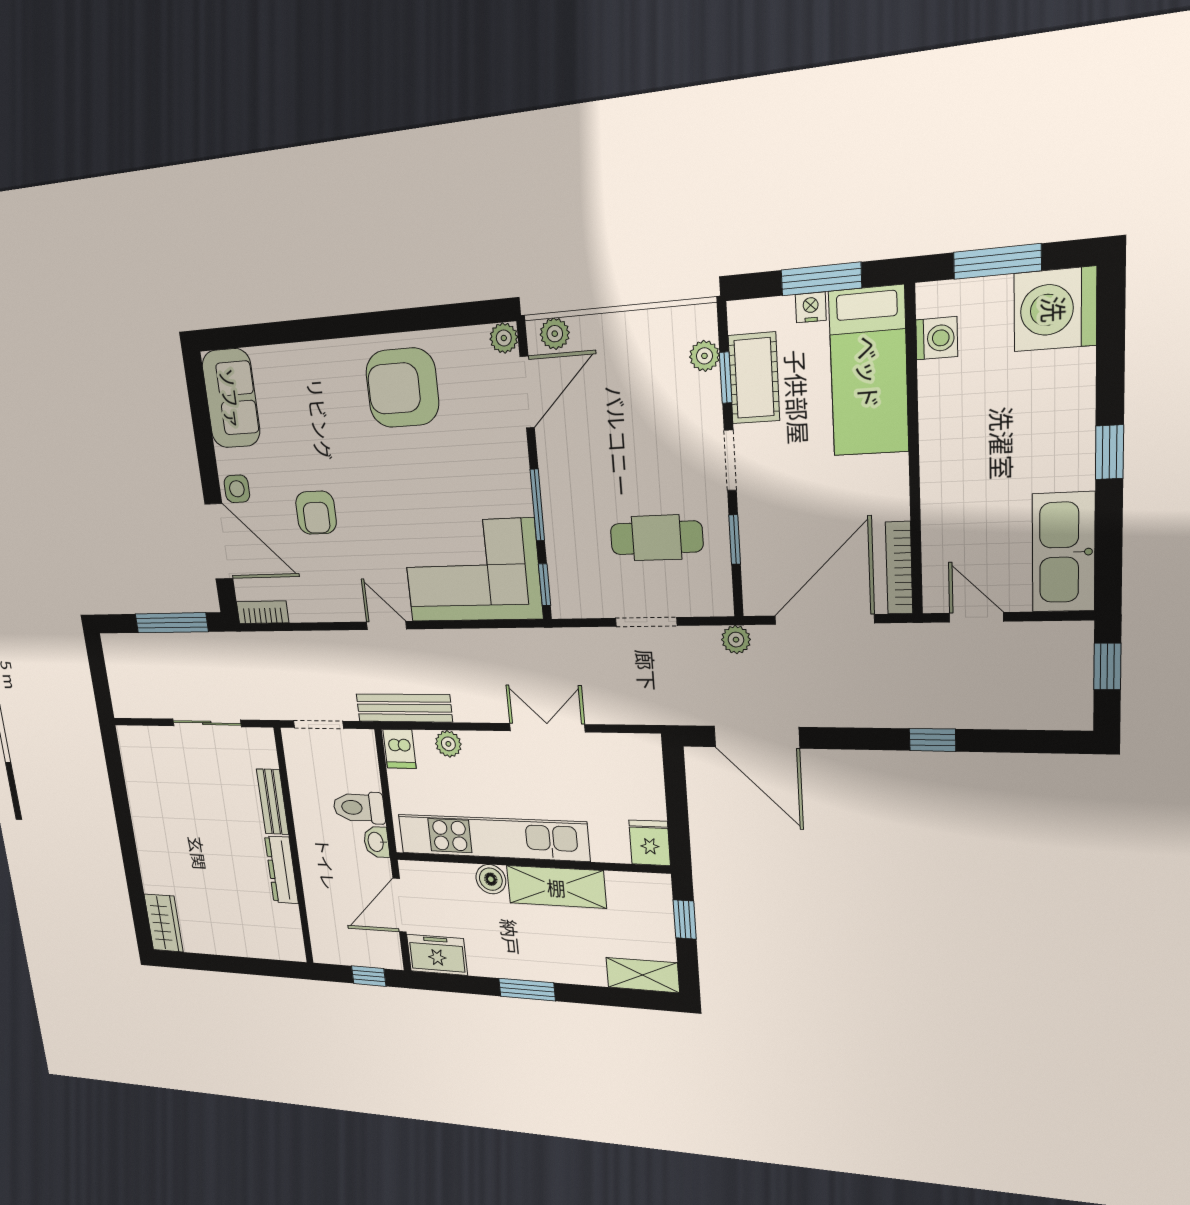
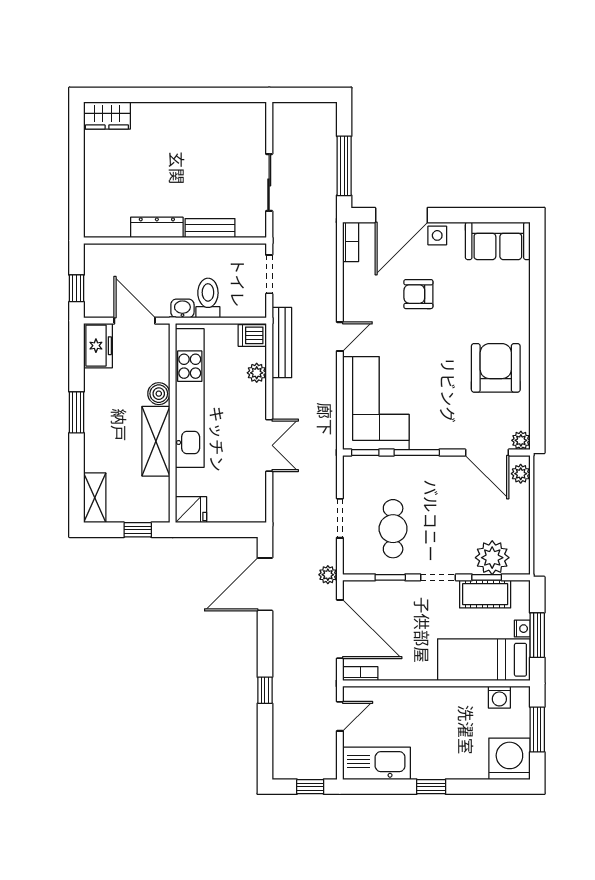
plant: (704, 356) -> (492, 558), width x1.88, depth x1.88
bookcase: (899, 568) -> (360, 674), width x0.64

